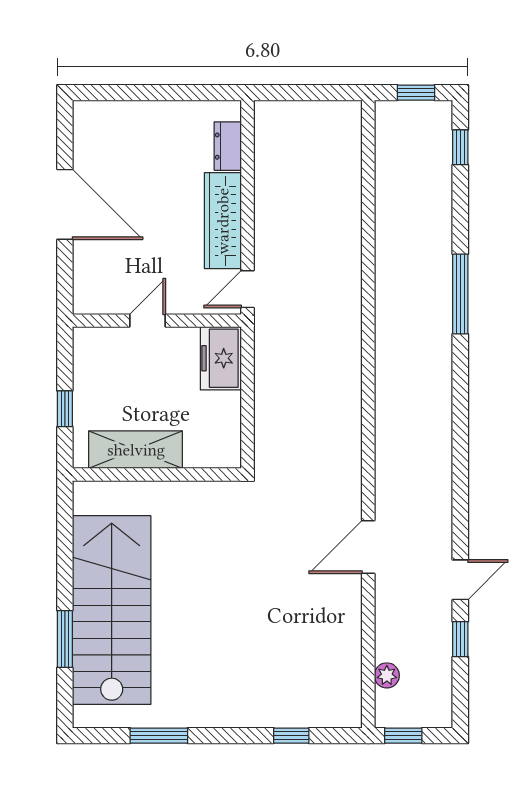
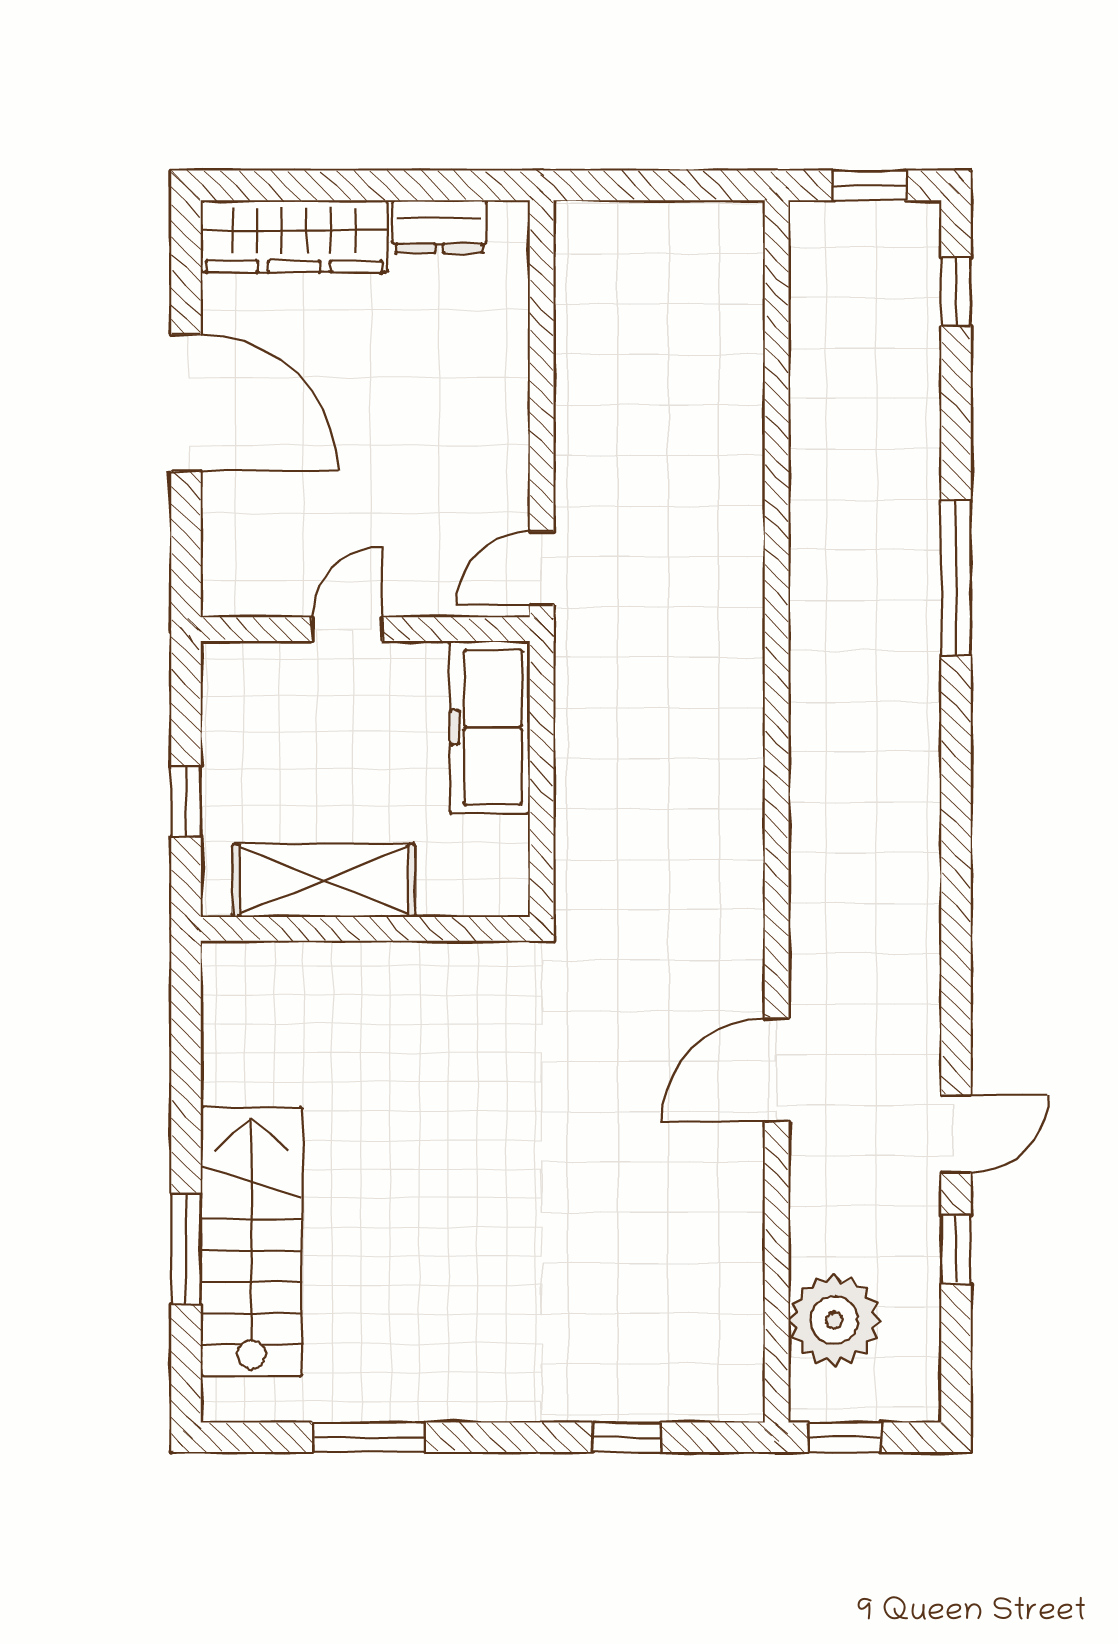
dresser: (228, 146) -> (439, 227), moved, turned -90
wardrobe: (223, 221) -> (294, 236), moved, turned -90
freezer: (221, 358) -> (490, 727), width x1.40
stairs: (112, 610) -> (252, 1242), width x0.73, depth x0.66
plant: (387, 675) -> (834, 1320), width x1.87, depth x1.87

